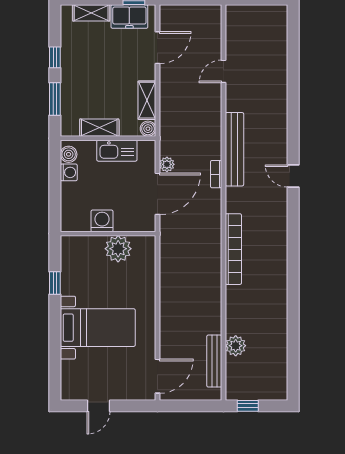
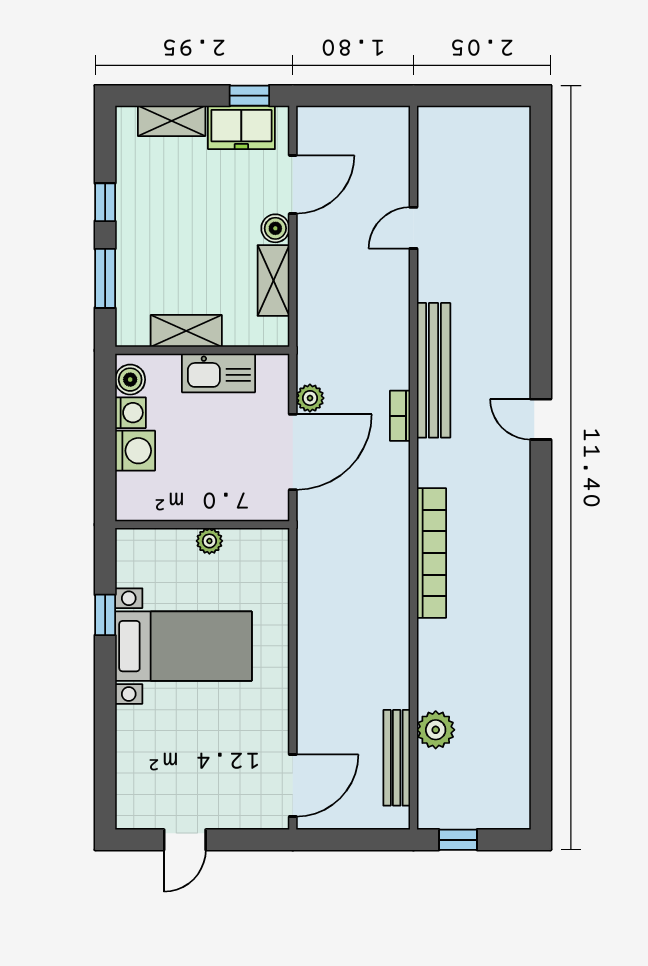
boiler: (148, 129) -> (275, 228), moved
washing machine: (102, 221) -> (135, 451), moved, turned 90
plant: (118, 249) -> (209, 541), width x0.53, depth x0.53
bed with nightstands: (98, 328) -> (183, 646), moved

